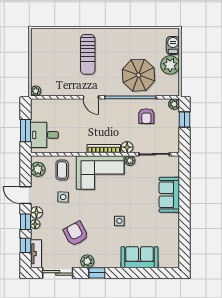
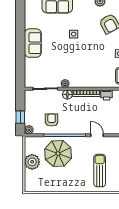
barbecue: (173, 45) -> (30, 178), removed
printer: (79, 147) -> (107, 95), added
corner sofa: (100, 172) -> (89, 74), removed
sofa: (169, 195) -> (33, 43), moved

